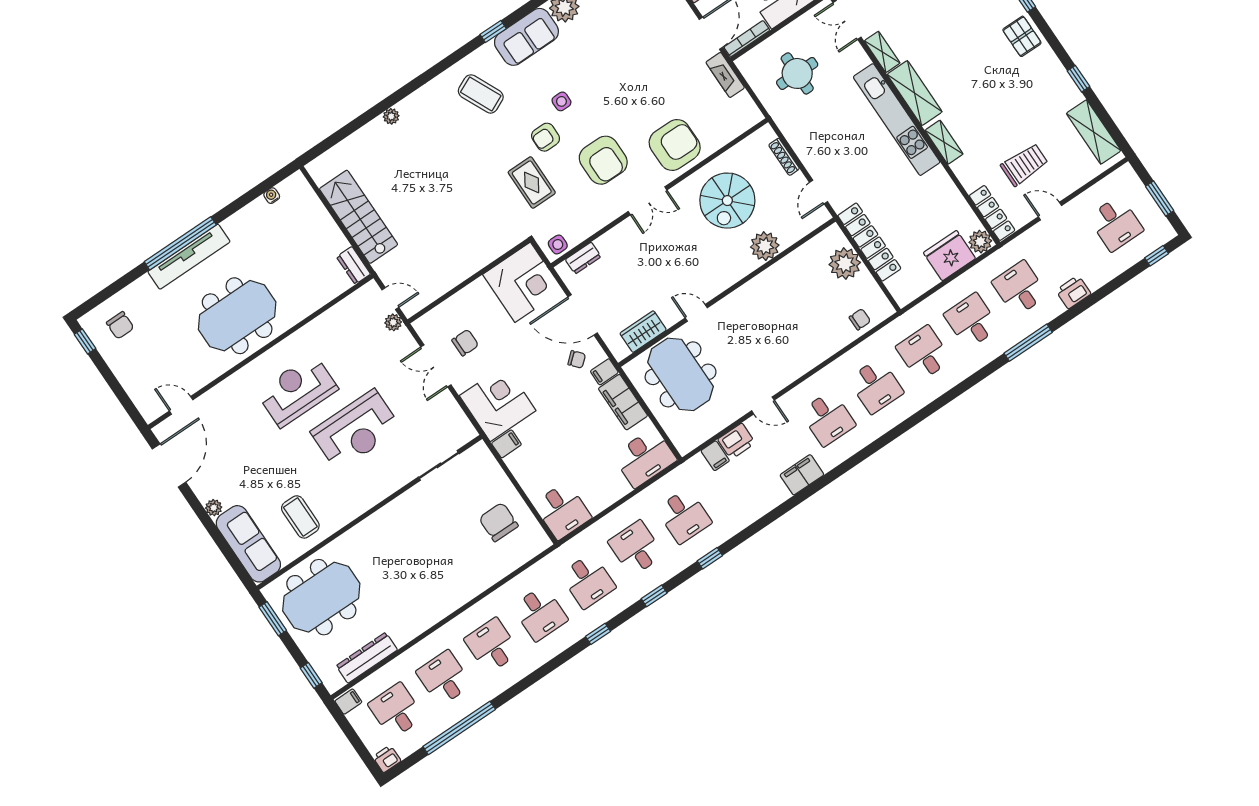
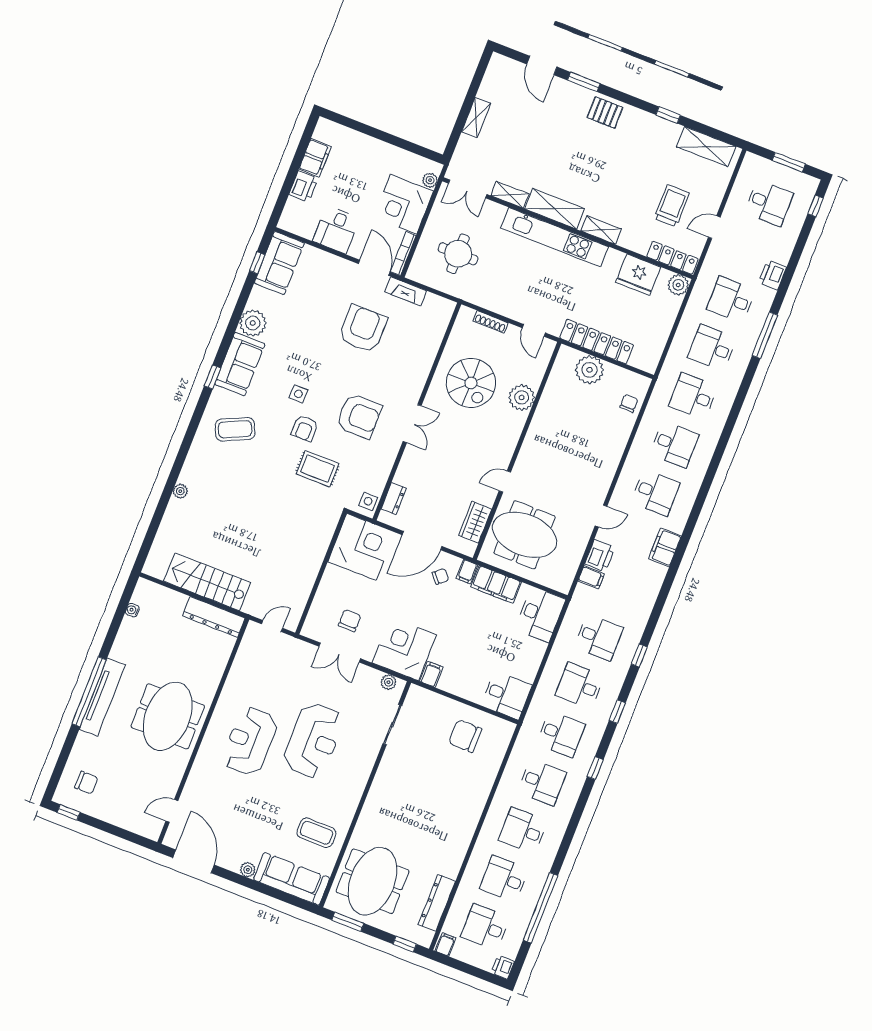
armchair: (675, 145) -> (363, 329), moved
fridge: (949, 256) -> (638, 275), moved, turned -90
dresser: (354, 265) -> (214, 617), width x1.96, depth x1.24
plant: (393, 322) -> (388, 682), moved

